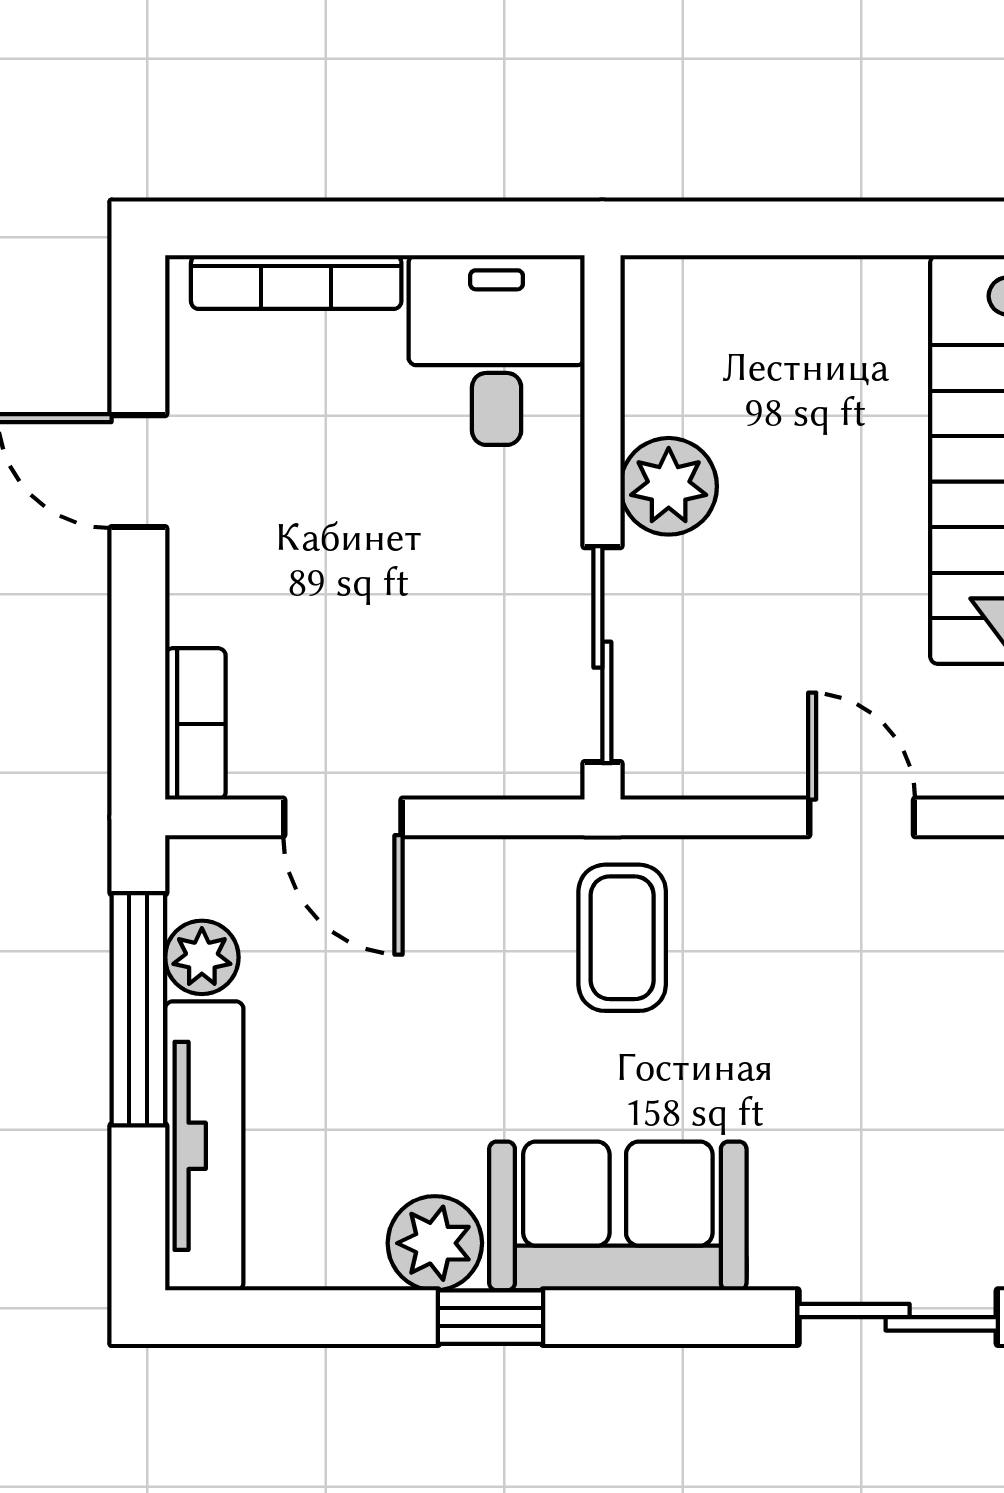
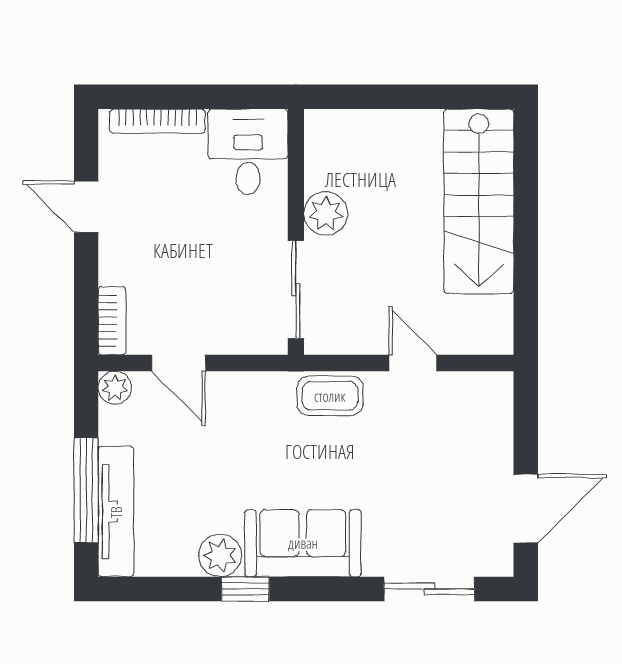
coffee table: (622, 938) -> (330, 396), moved, turned 90
plant: (202, 957) -> (115, 388), moved
window: (138, 1009) -> (86, 490), moved

